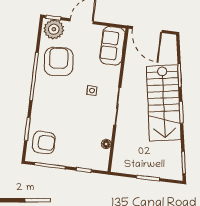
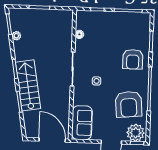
stairs: (164, 103) -> (28, 85), width x0.73, depth x0.66
armchair: (44, 142) -> (133, 59), moved, turned -90
plant: (176, 149) -> (16, 36), added

